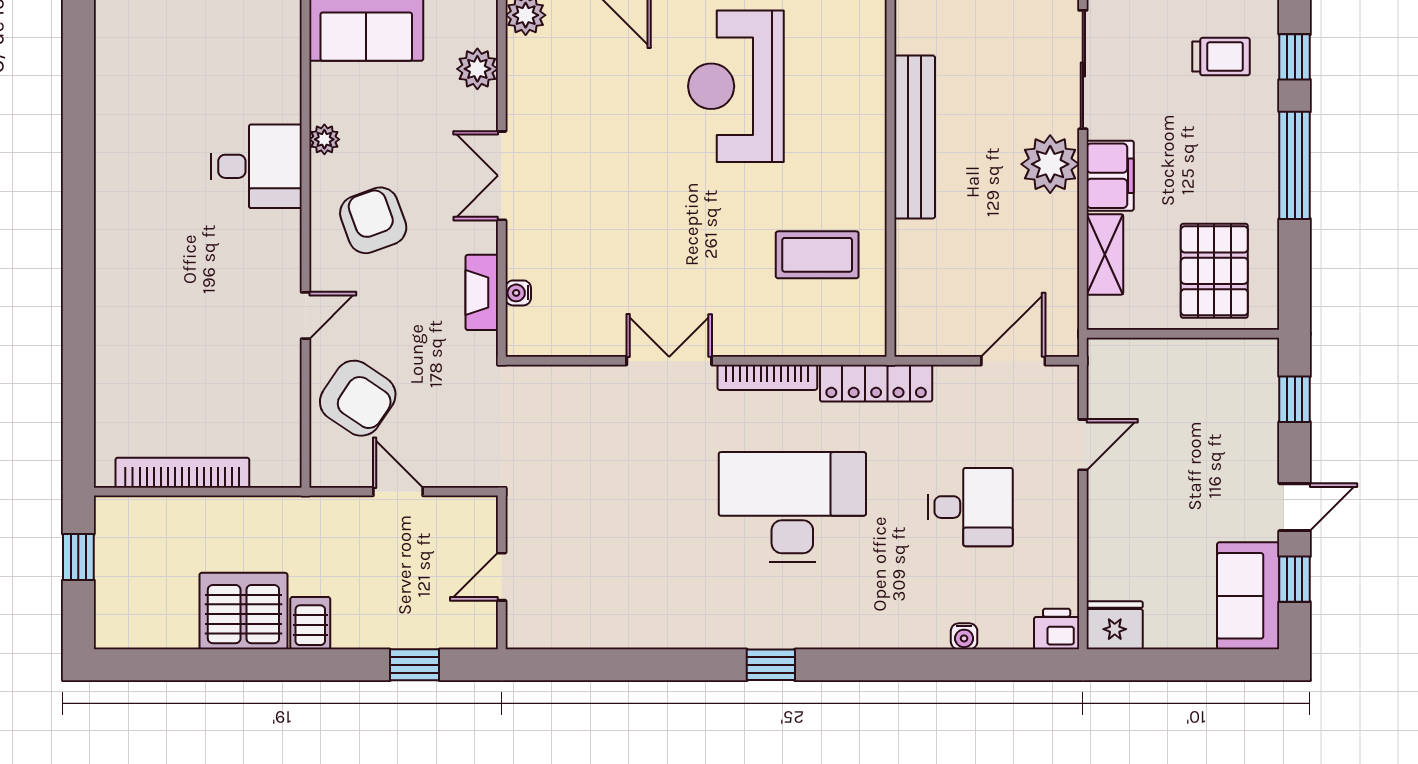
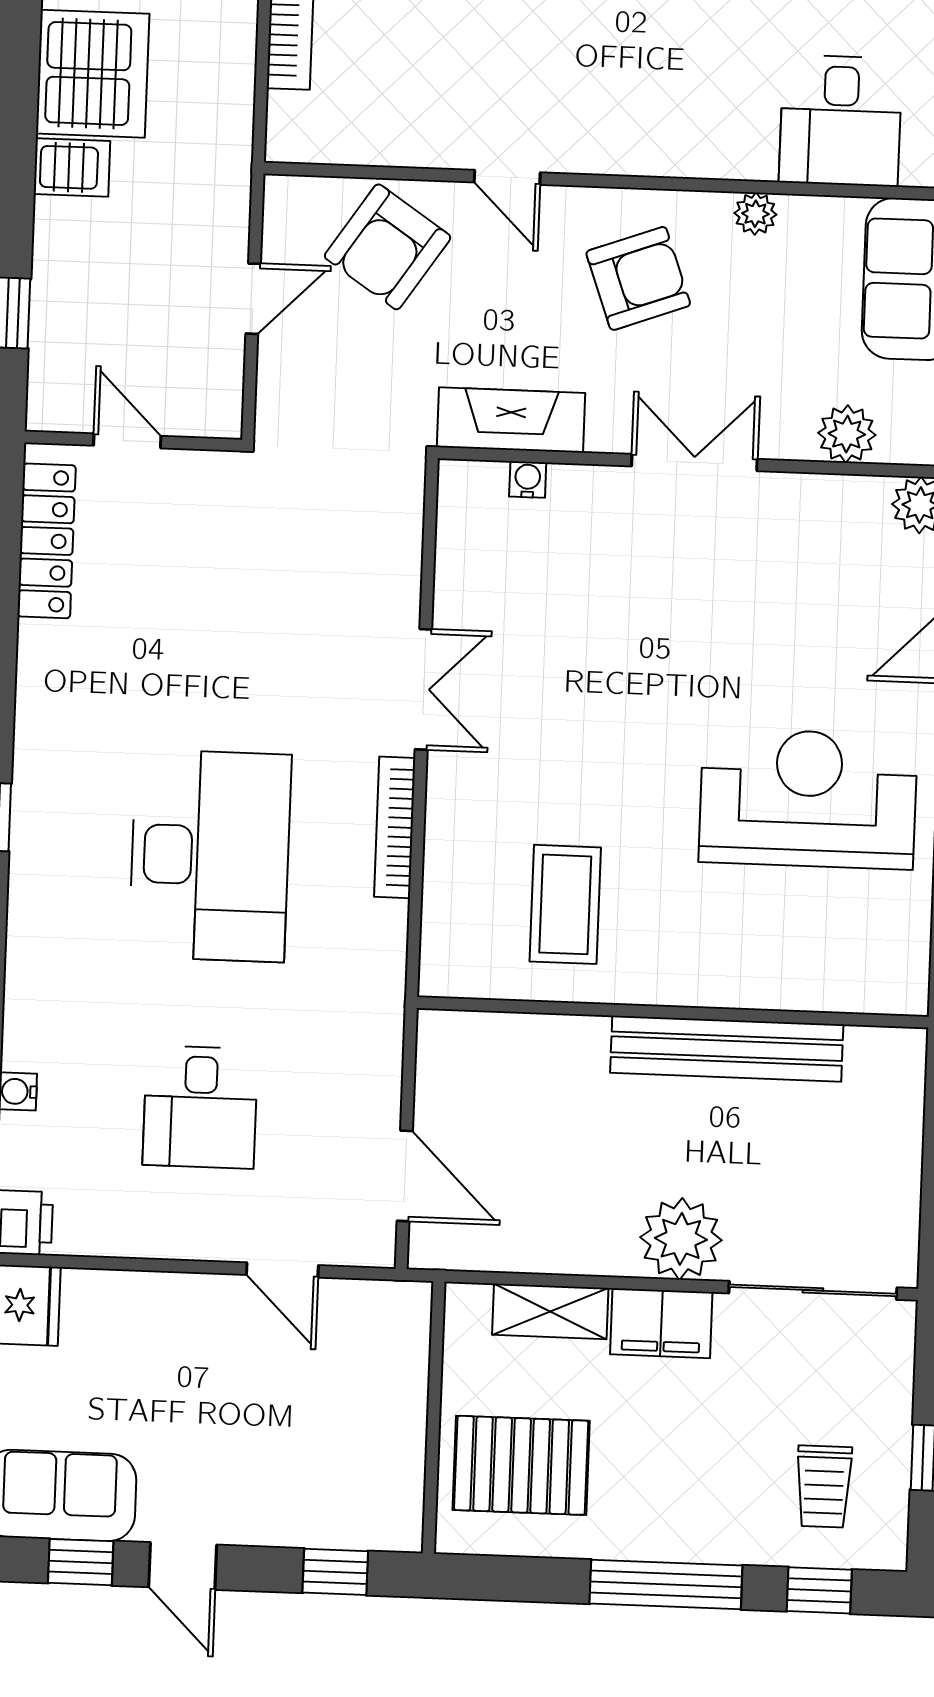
desk: (256, 166) -> (841, 121), moved
fireplace: (482, 292) -> (511, 420), width x1.37, depth x1.32
locker: (876, 383) -> (47, 541), moved, turned 180

